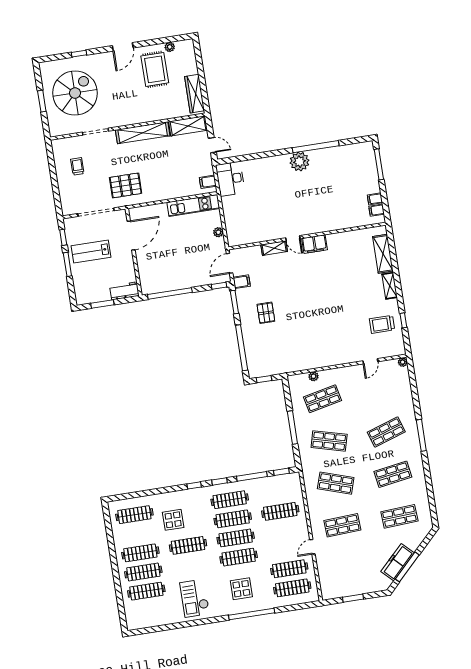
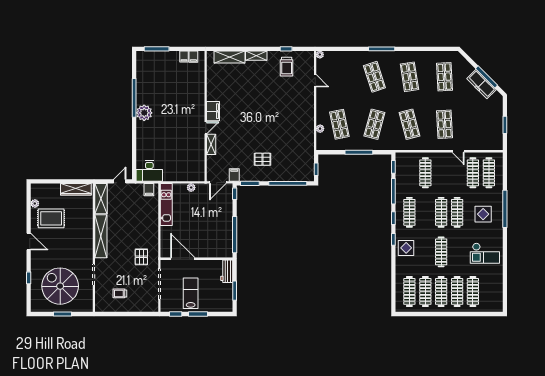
pallet: (126, 185) -> (141, 257), width x0.67, depth x0.71
lab bench: (91, 252) -> (191, 293), turned 180
door: (230, 263) -> (218, 182), hinge flipped
shop shelf: (336, 483) -> (409, 124), turned -33
clothes rail: (233, 519) -> (425, 291), moved
display table: (173, 520) -> (406, 248), moved

